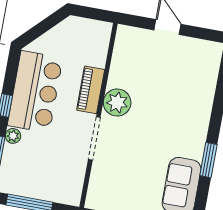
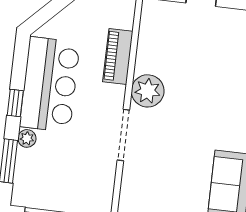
piano: (91, 90) -> (118, 57), moved

